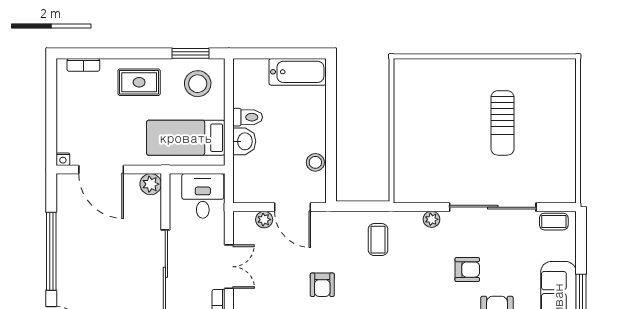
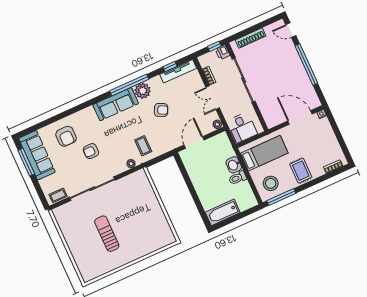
window: (190, 53) -> (281, 197), width x1.44
rug: (139, 82) -> (301, 171), turned 90
stool: (315, 162) -> (193, 171), removed
plant: (151, 184) -> (271, 122), removed
door: (293, 207) -> (194, 142), hinge flipped
plant: (432, 219) -> (131, 164), moved
plant: (264, 220) -> (217, 124), moved
armchair: (322, 285) -> (161, 110), turned 116

